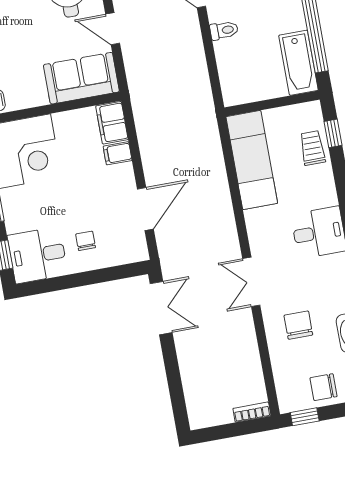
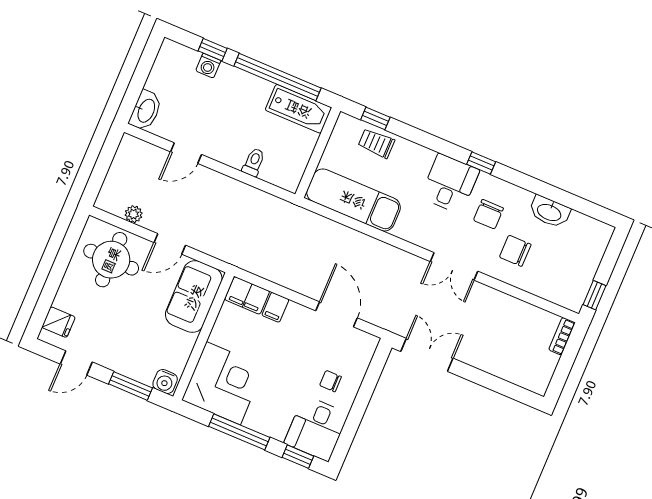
toilet: (224, 30) -> (254, 162), moved
chair: (324, 387) -> (488, 214), moved

